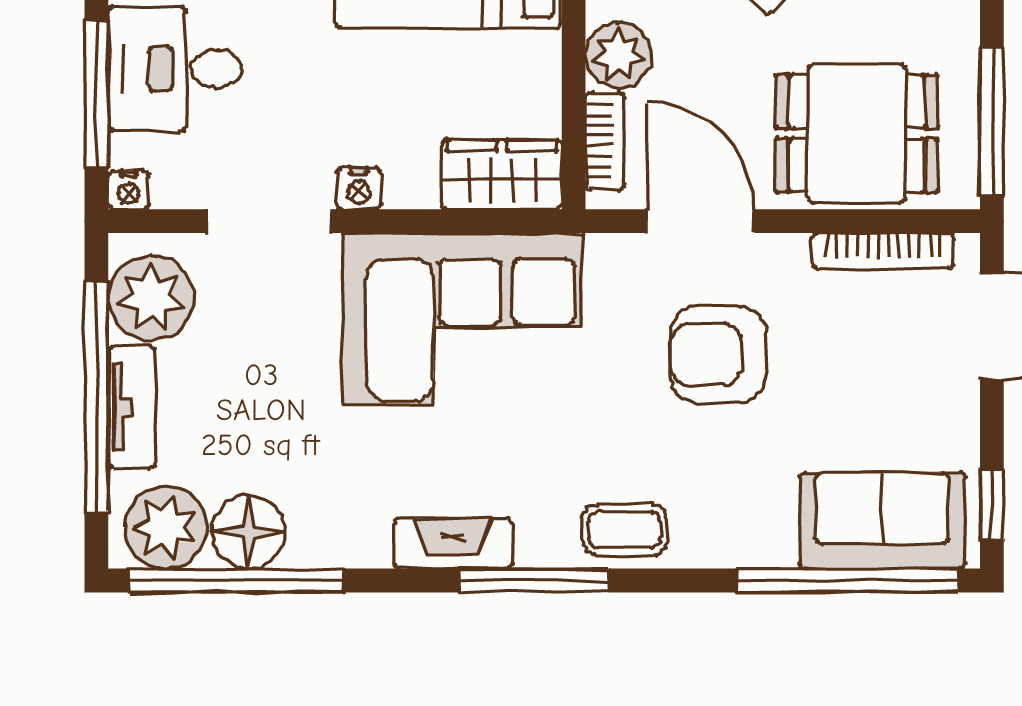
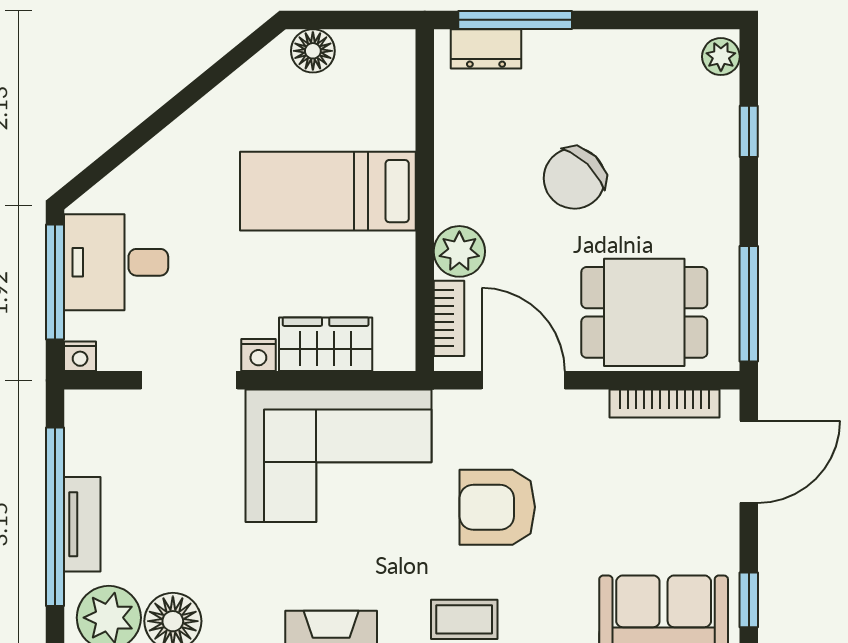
wardrobe: (502, 175) -> (326, 344), moved
plant: (151, 298) -> (98, 440), removed
armchair: (718, 354) -> (497, 507), moved

